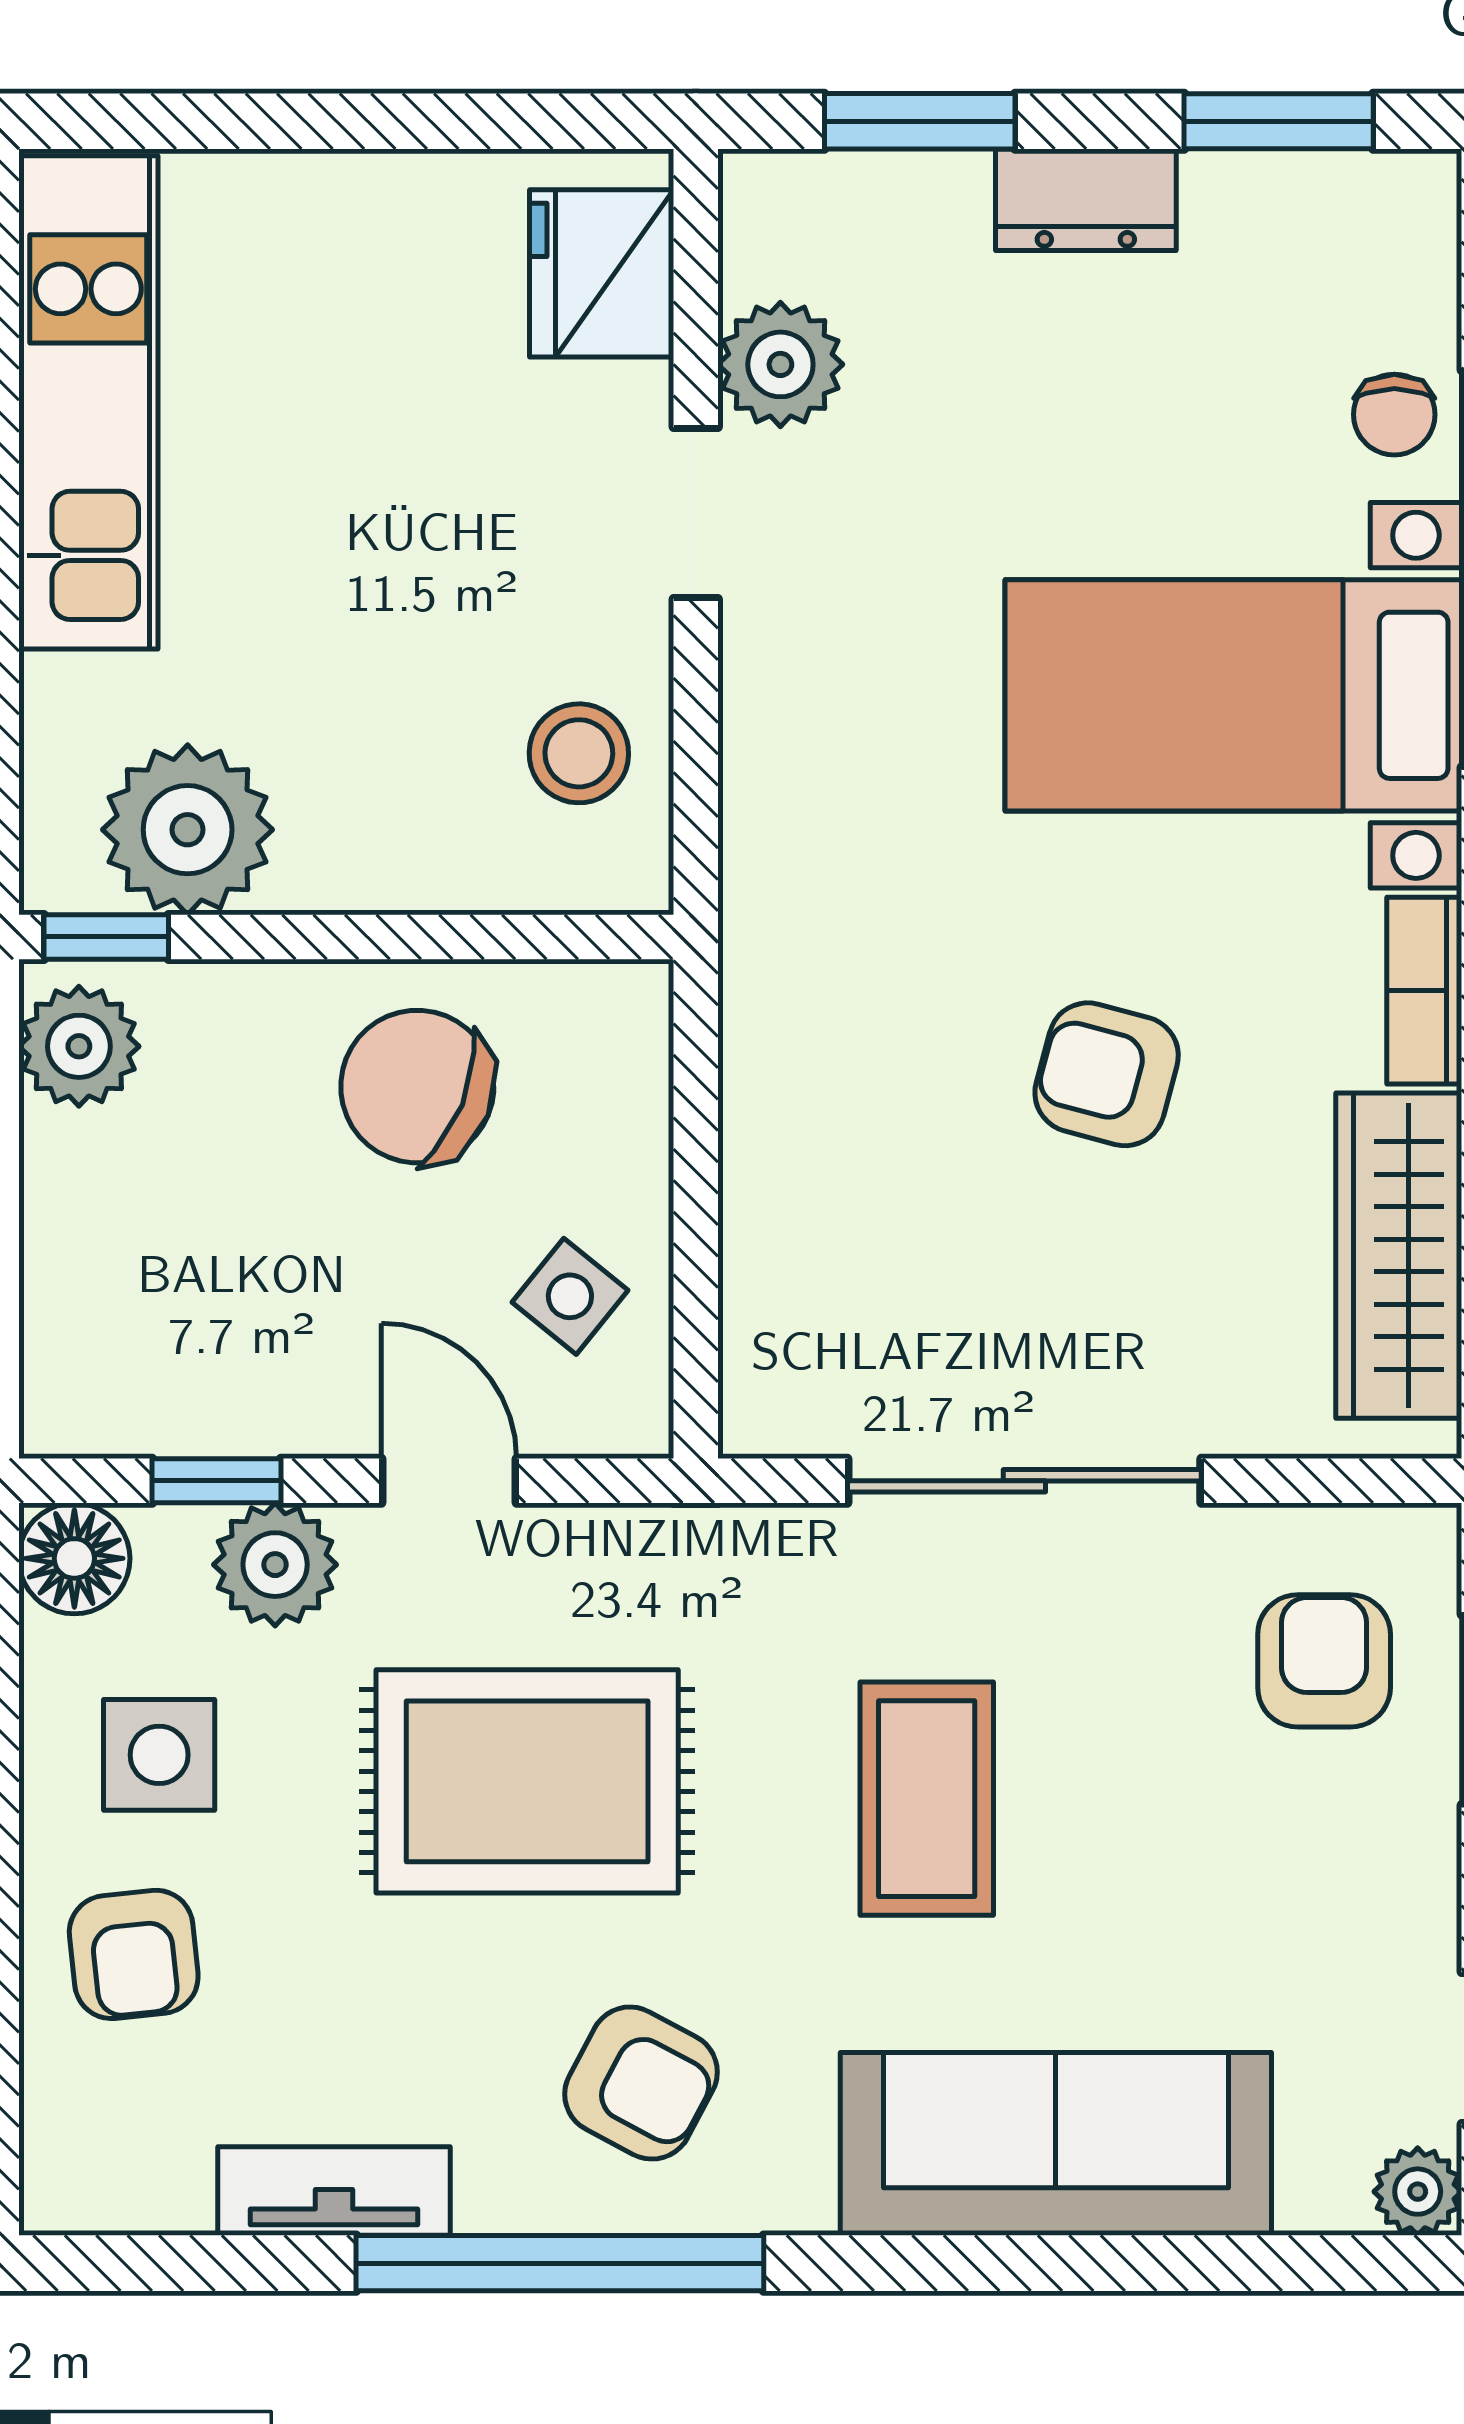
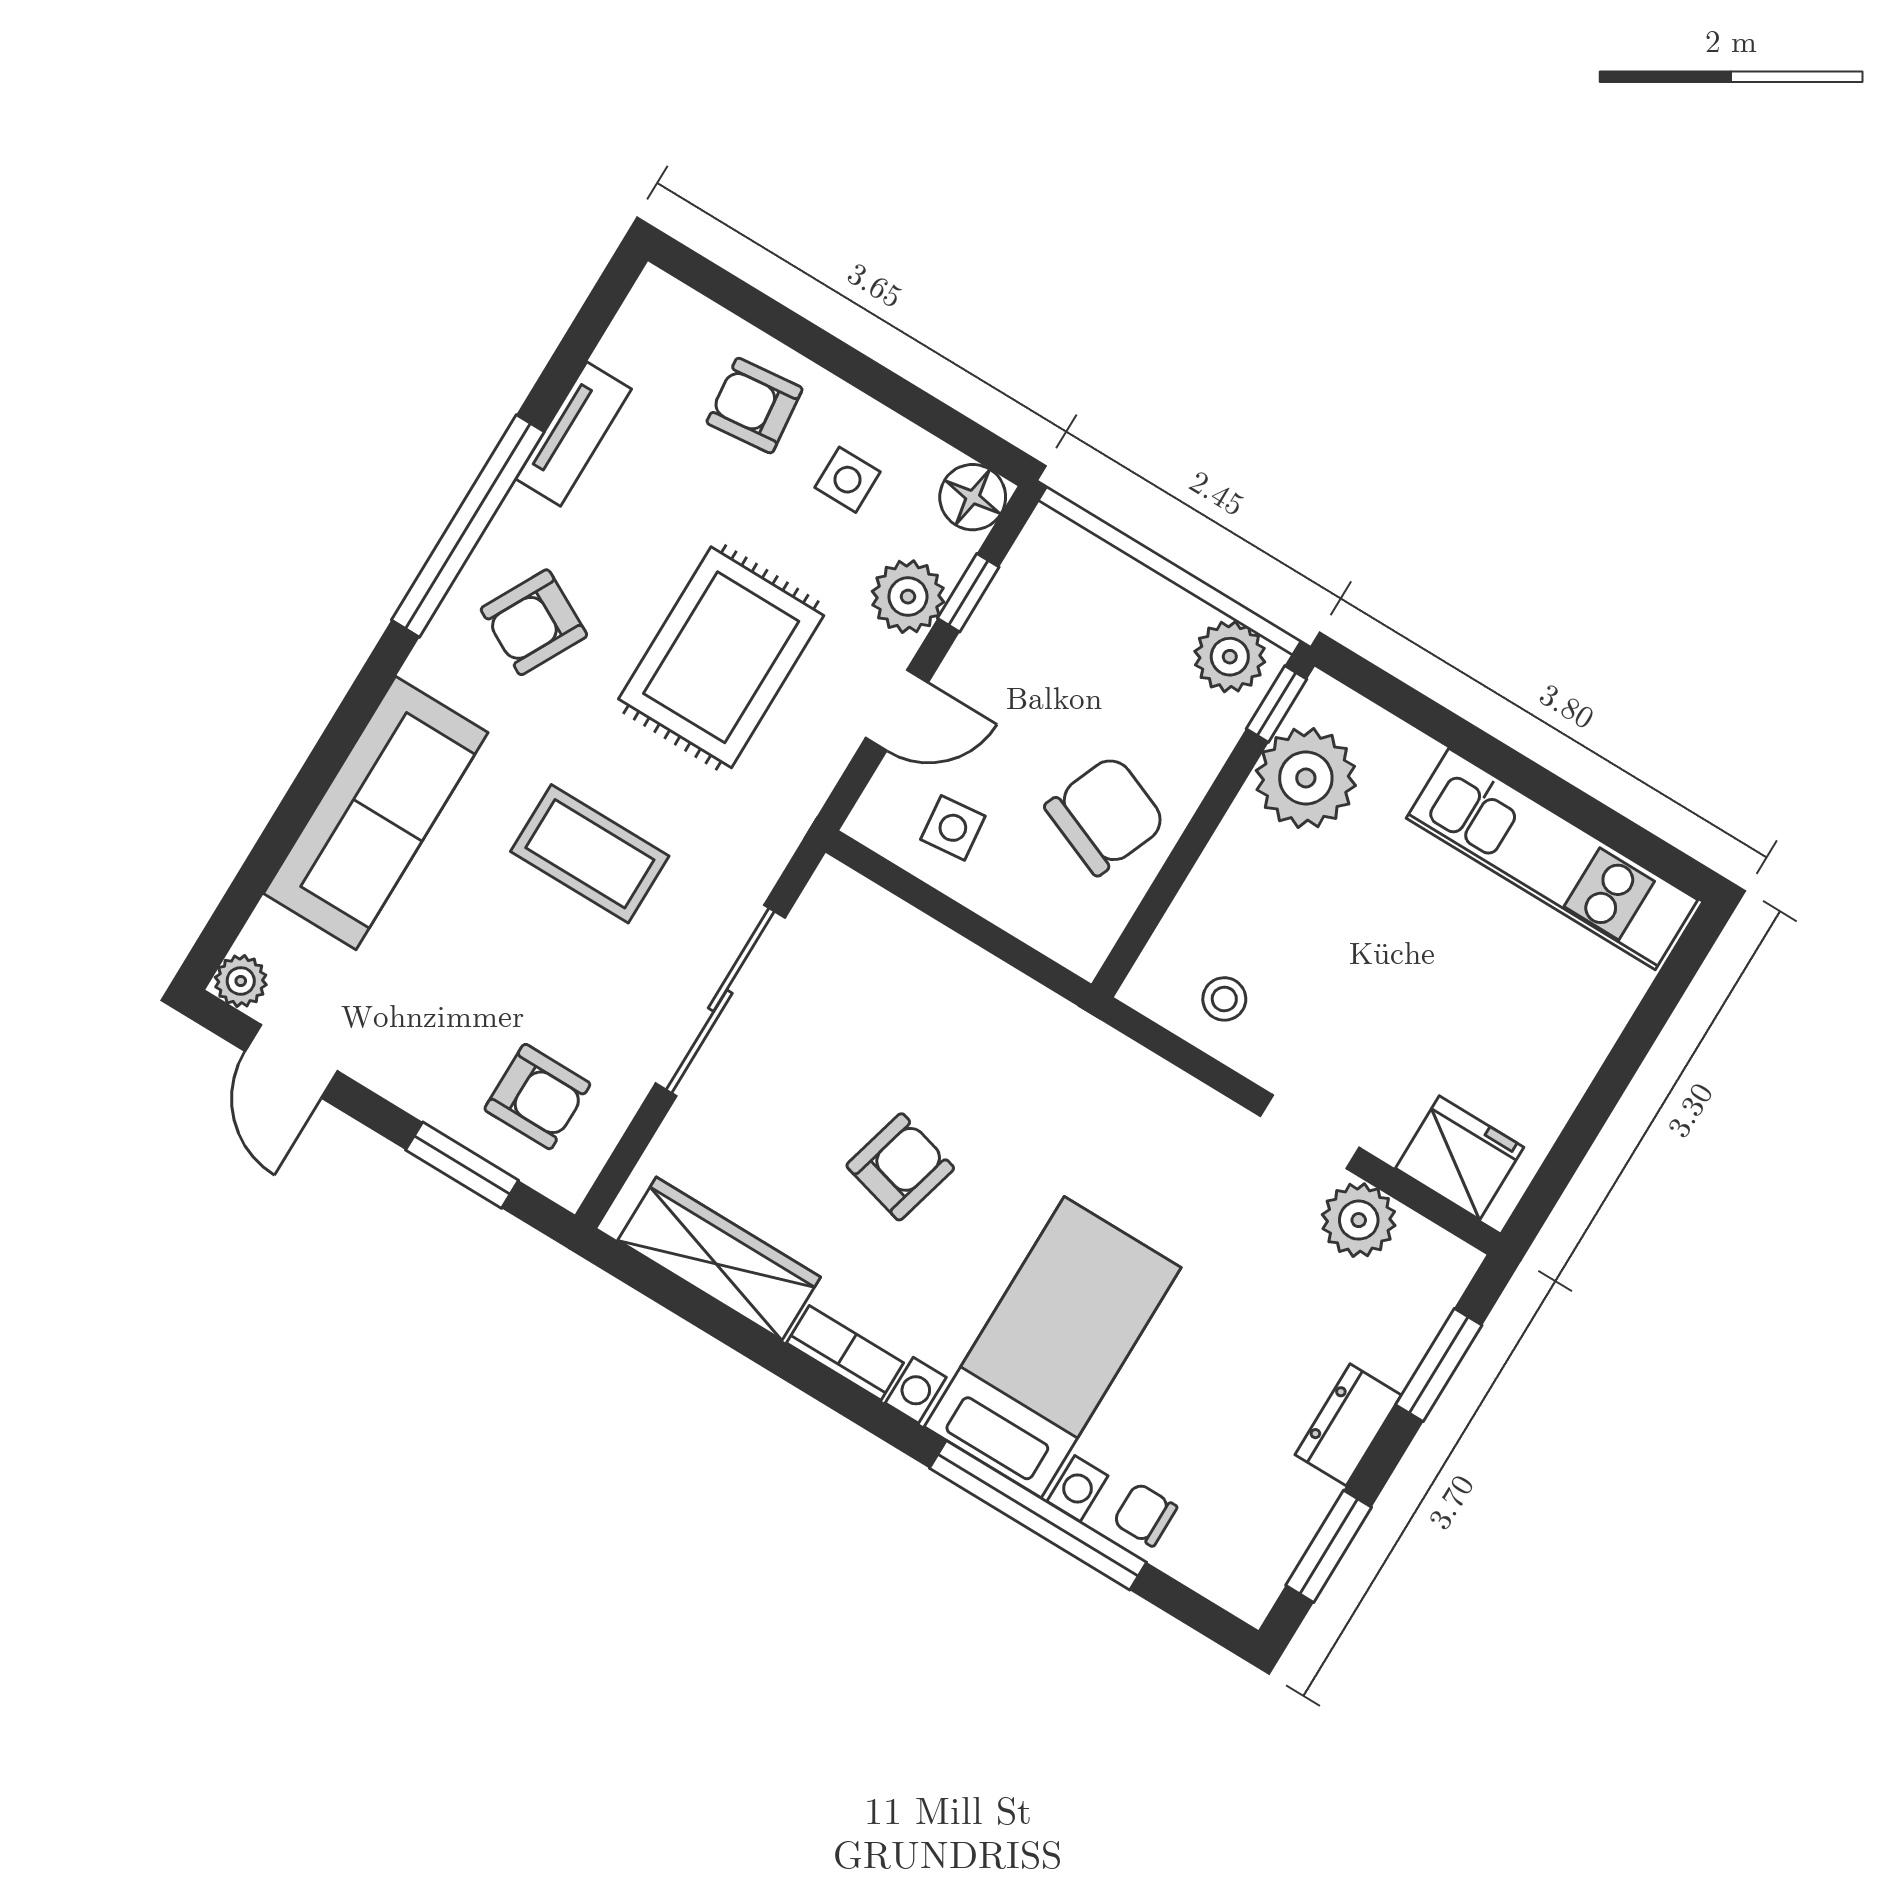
stool: (579, 753) -> (1224, 999), width x0.73, depth x0.73
side table: (570, 1296) -> (953, 828), turned 45
side table: (159, 1755) -> (847, 480), width x0.73, depth x0.73

